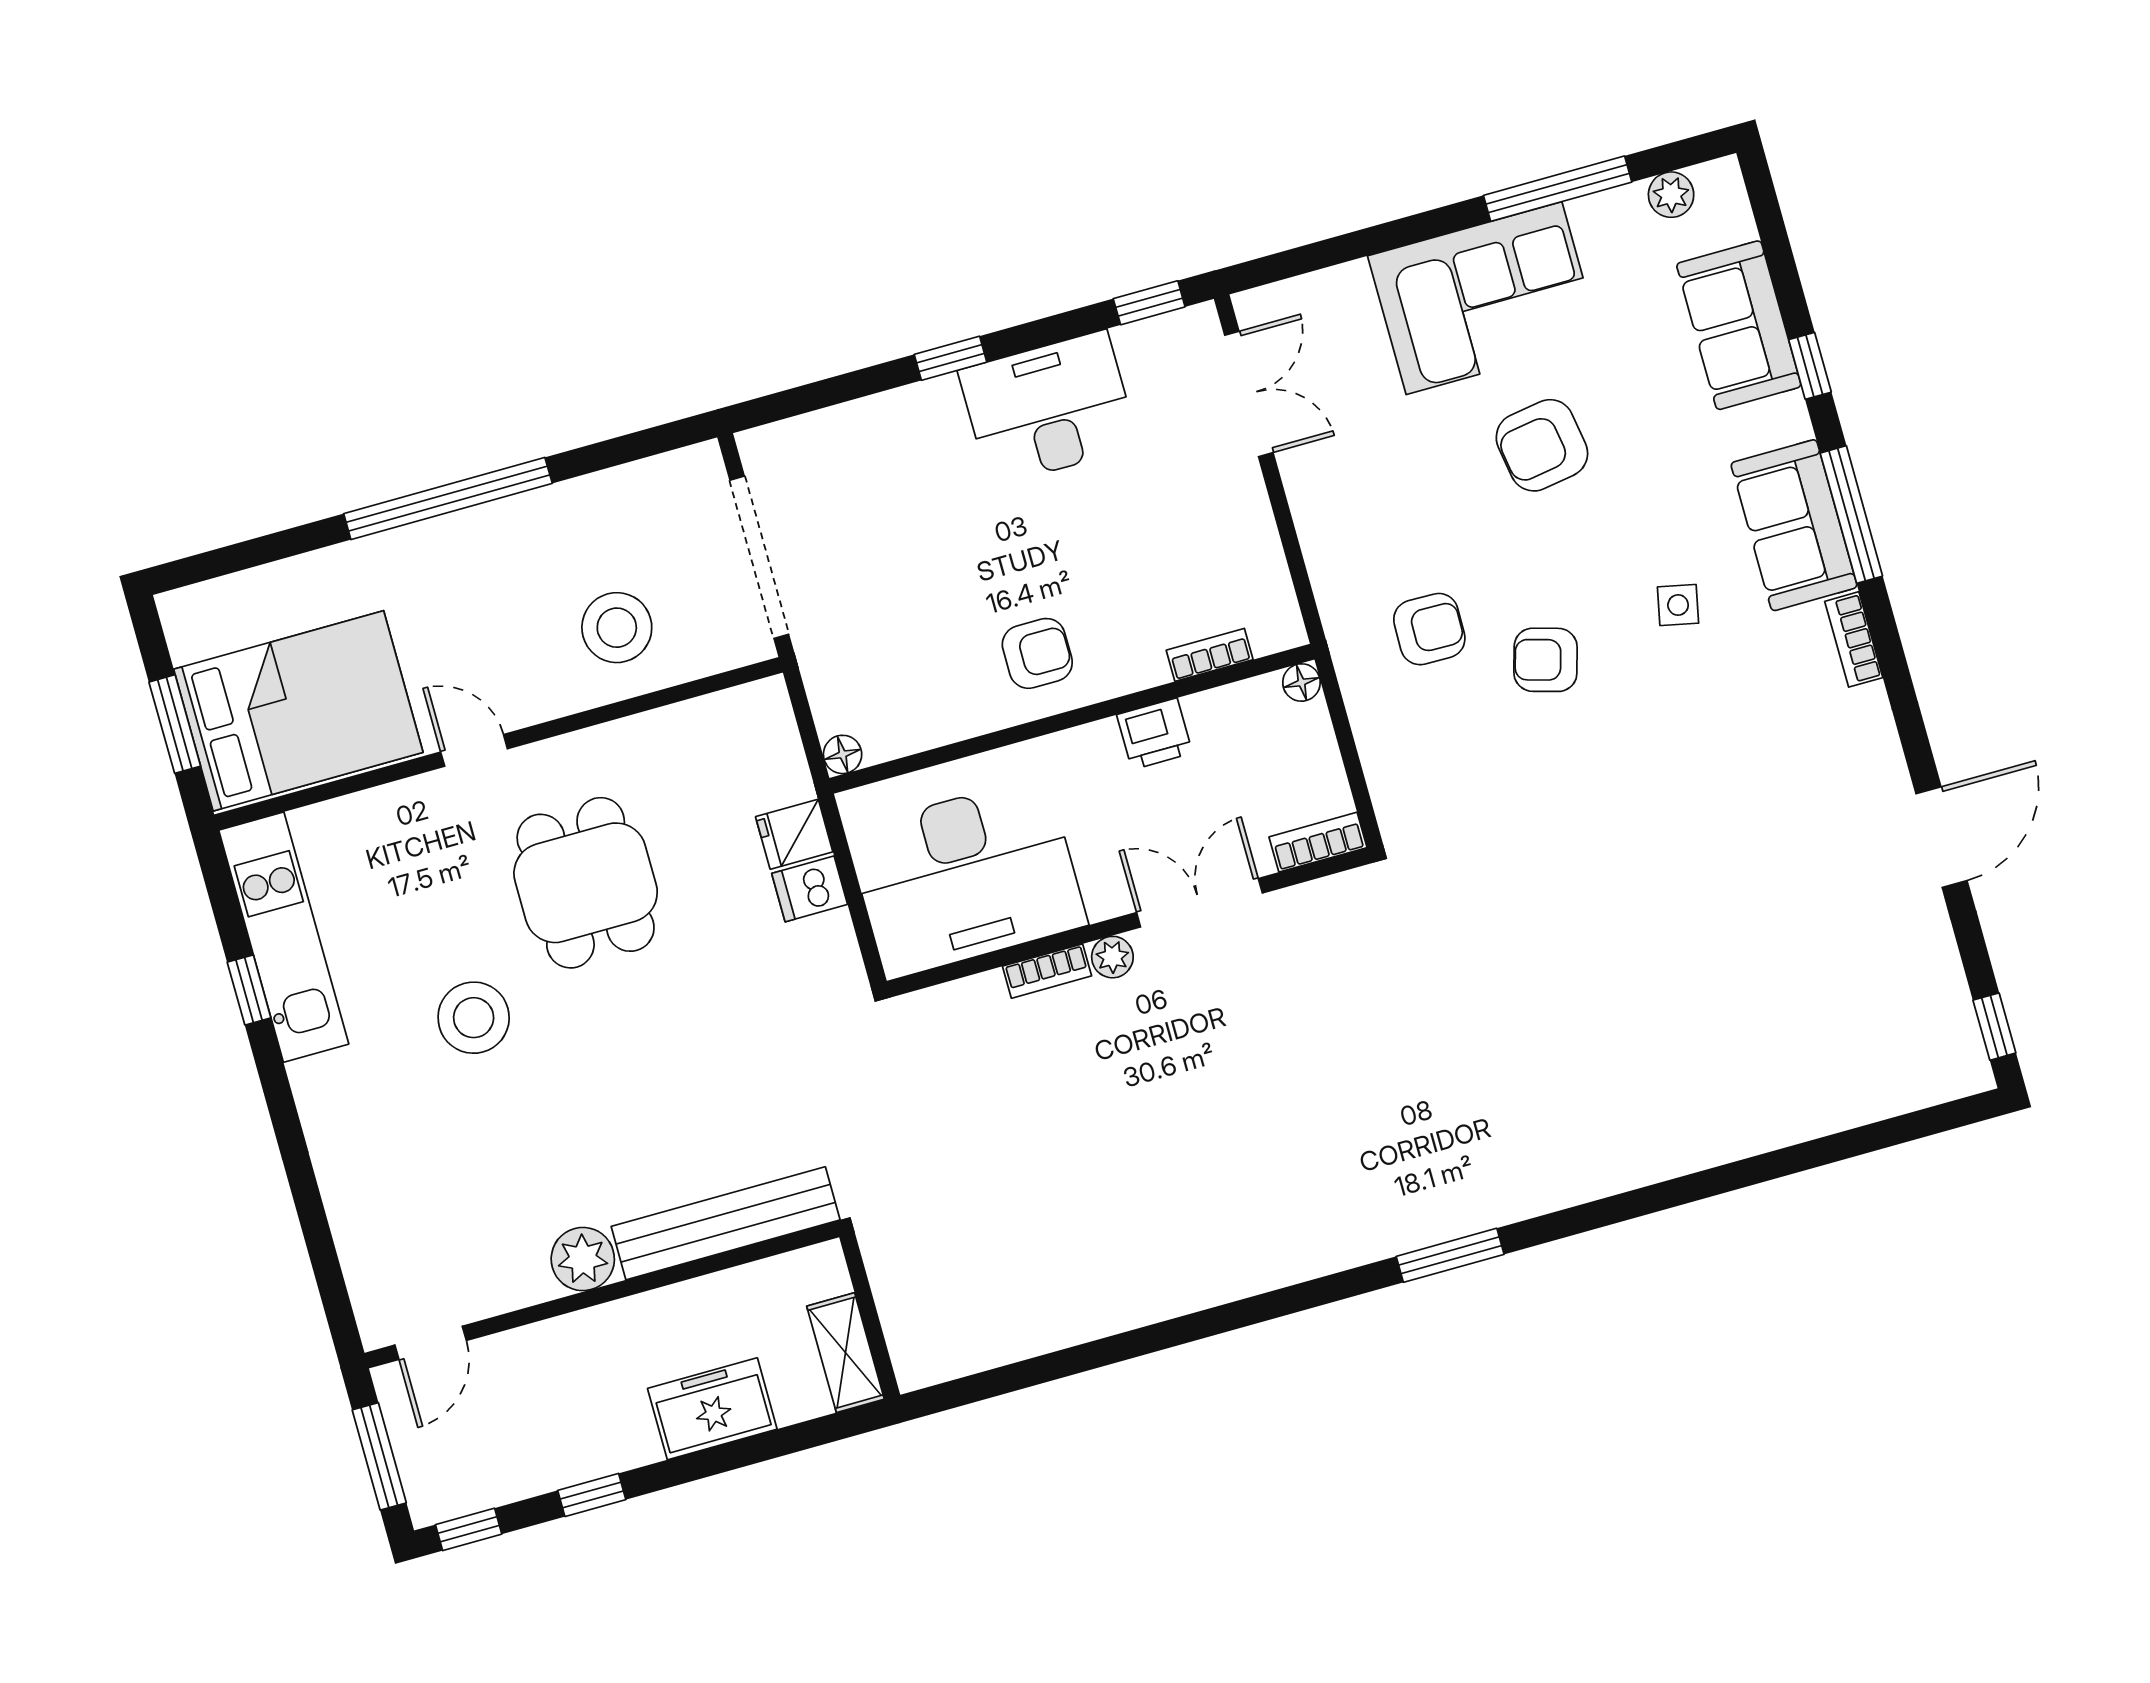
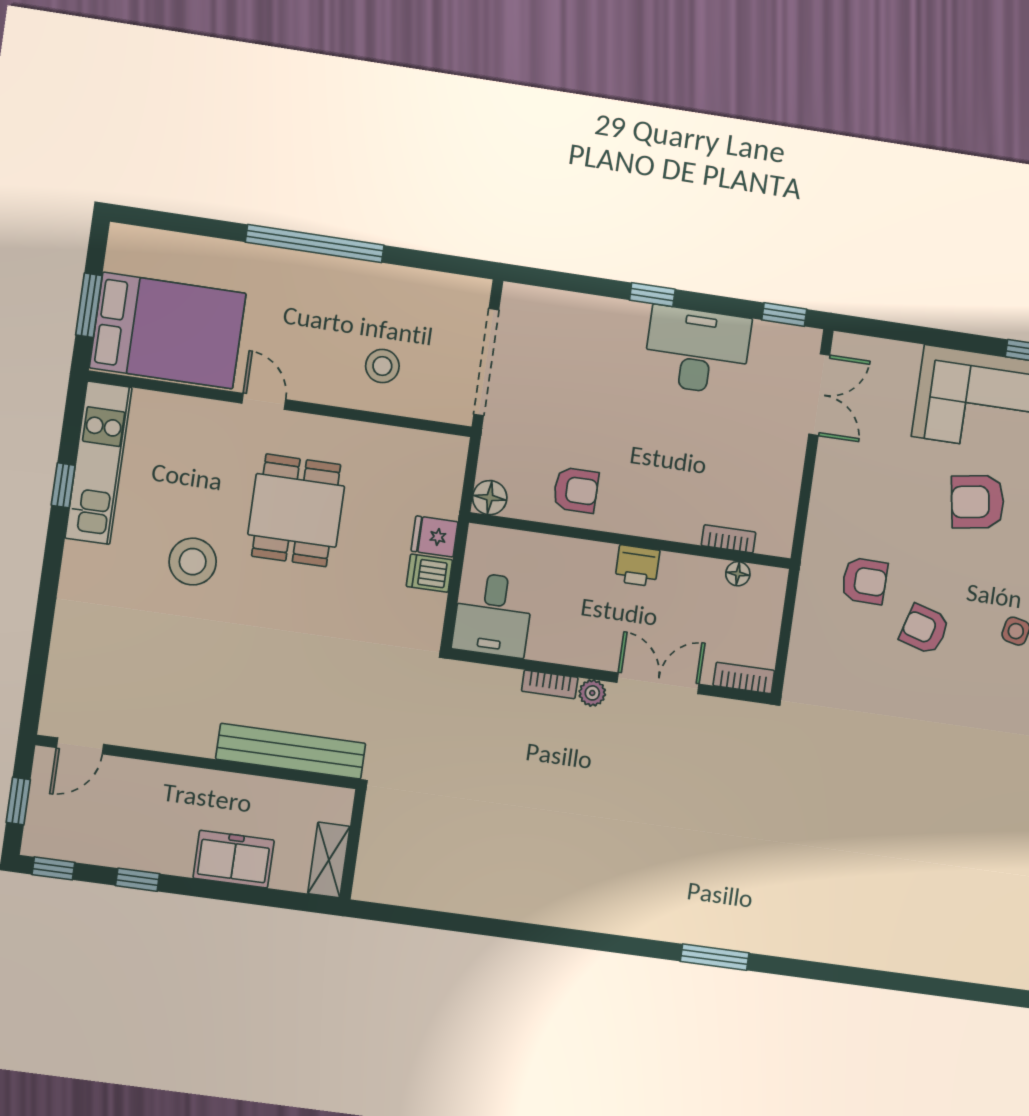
stool: (617, 628) -> (382, 366), width x0.73, depth x0.73
armchair: (1037, 653) -> (576, 490), moved
floor lamp: (1301, 682) -> (738, 574), moved
printer: (1155, 734) -> (637, 566), moved
floor lamp: (843, 754) -> (490, 498), width x1.37, depth x1.37
desk: (966, 877) -> (493, 615), width x0.53, depth x0.77
plant: (583, 1259) -> (195, 735), removed
window: (379, 1456) -> (18, 801), width x0.67

